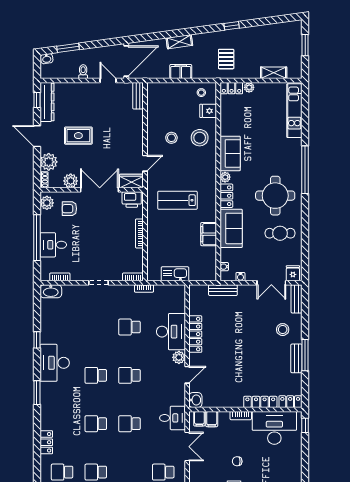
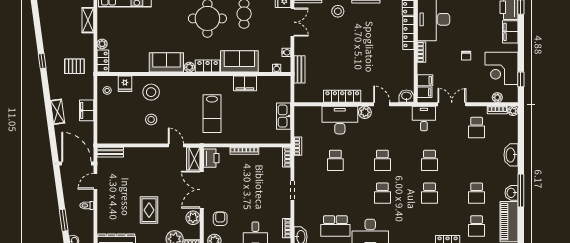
armchair: (69, 209) -> (220, 219), turned 180
school desk: (62, 327) -> (335, 226), added

